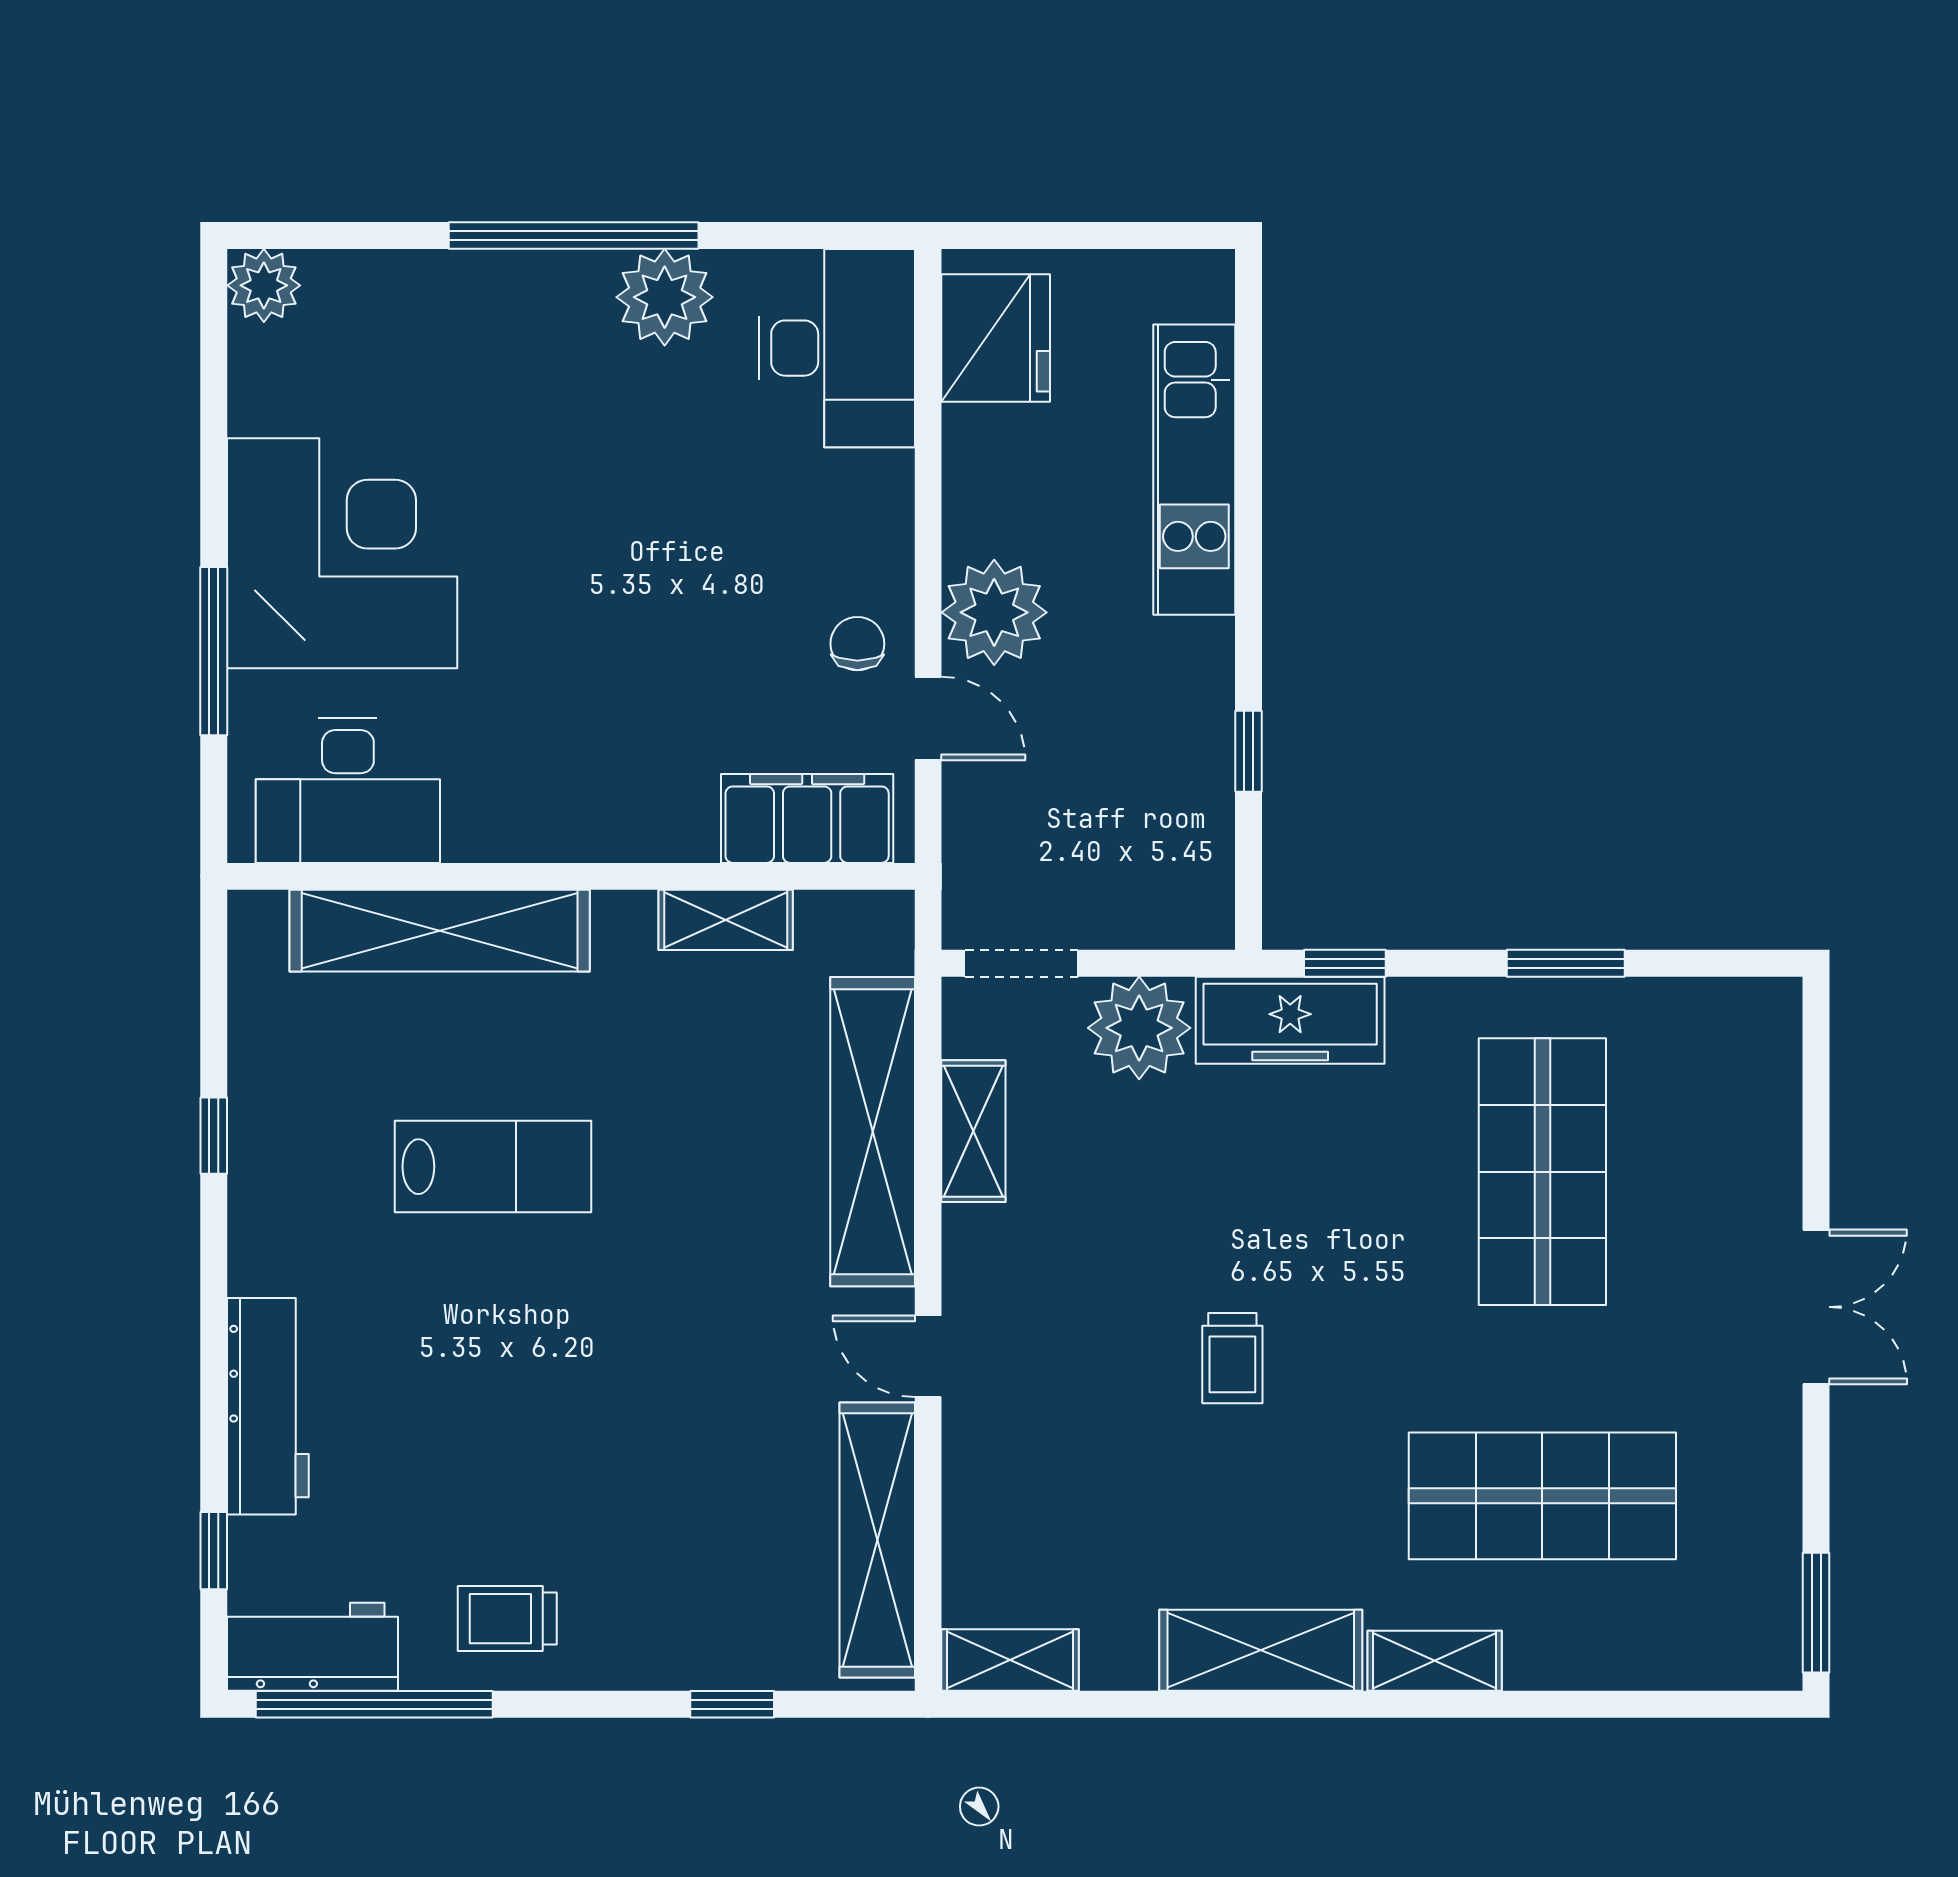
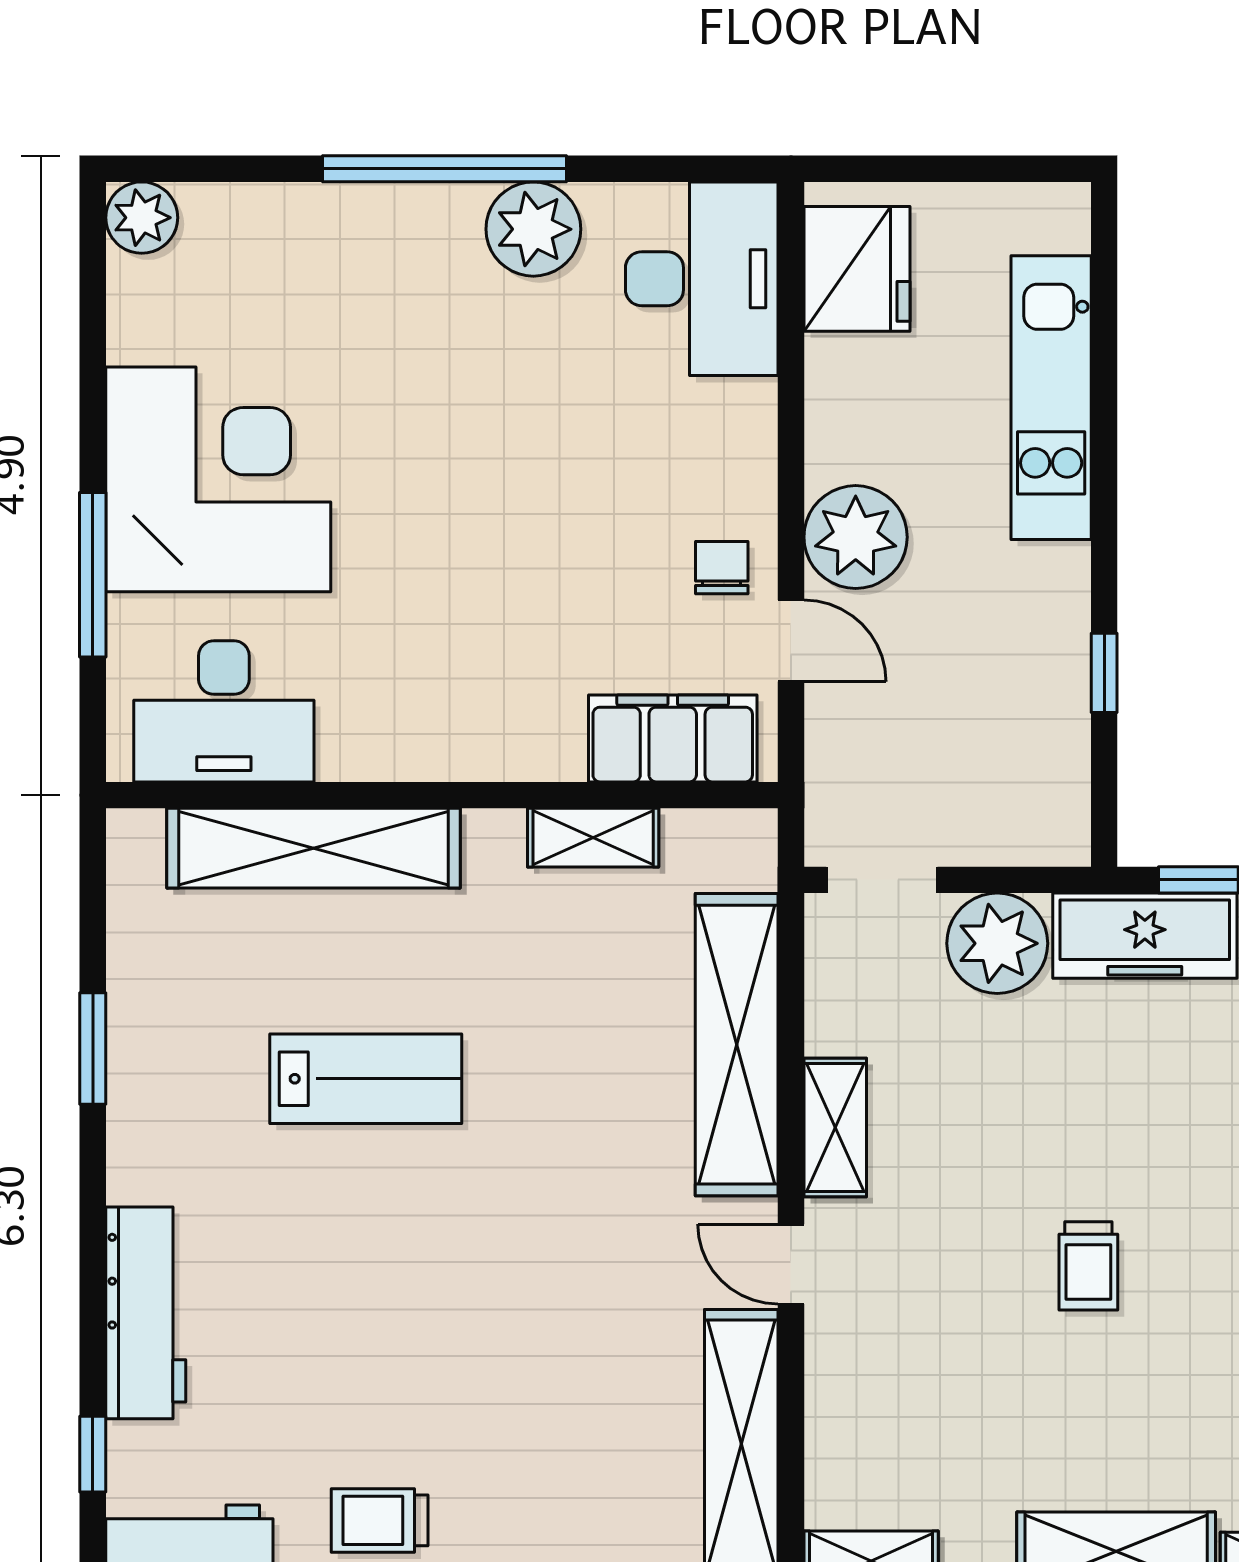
shelving: (973, 1131) -> (835, 1128), moved
window: (214, 1136) -> (93, 1048), width x1.50

